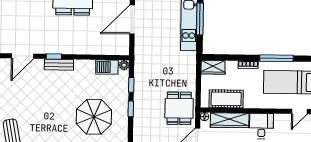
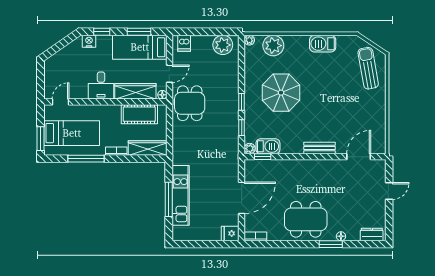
window: (54, 57) -> (263, 157), moved
wardrobe: (213, 67) -> (148, 148), width x1.50

